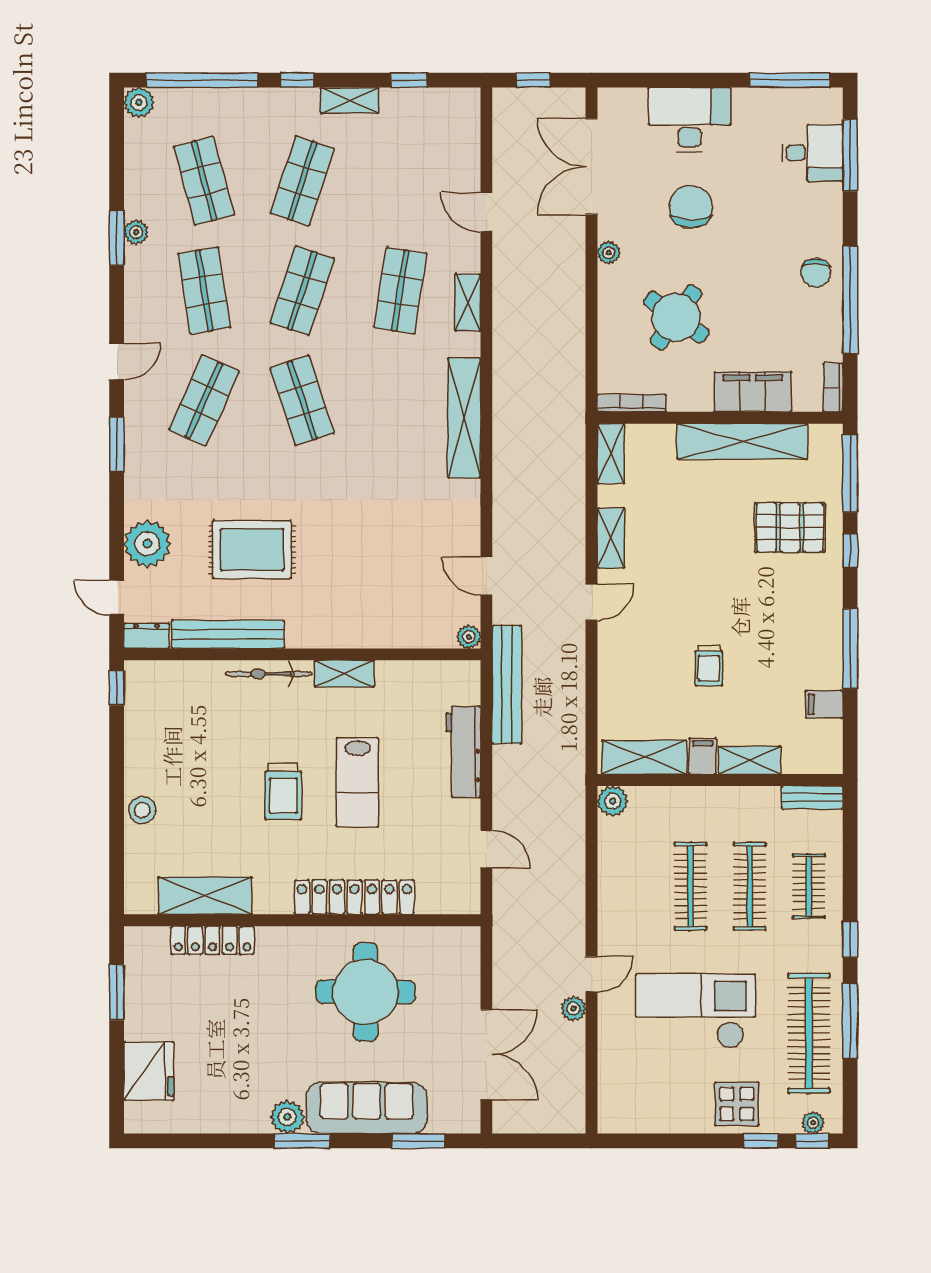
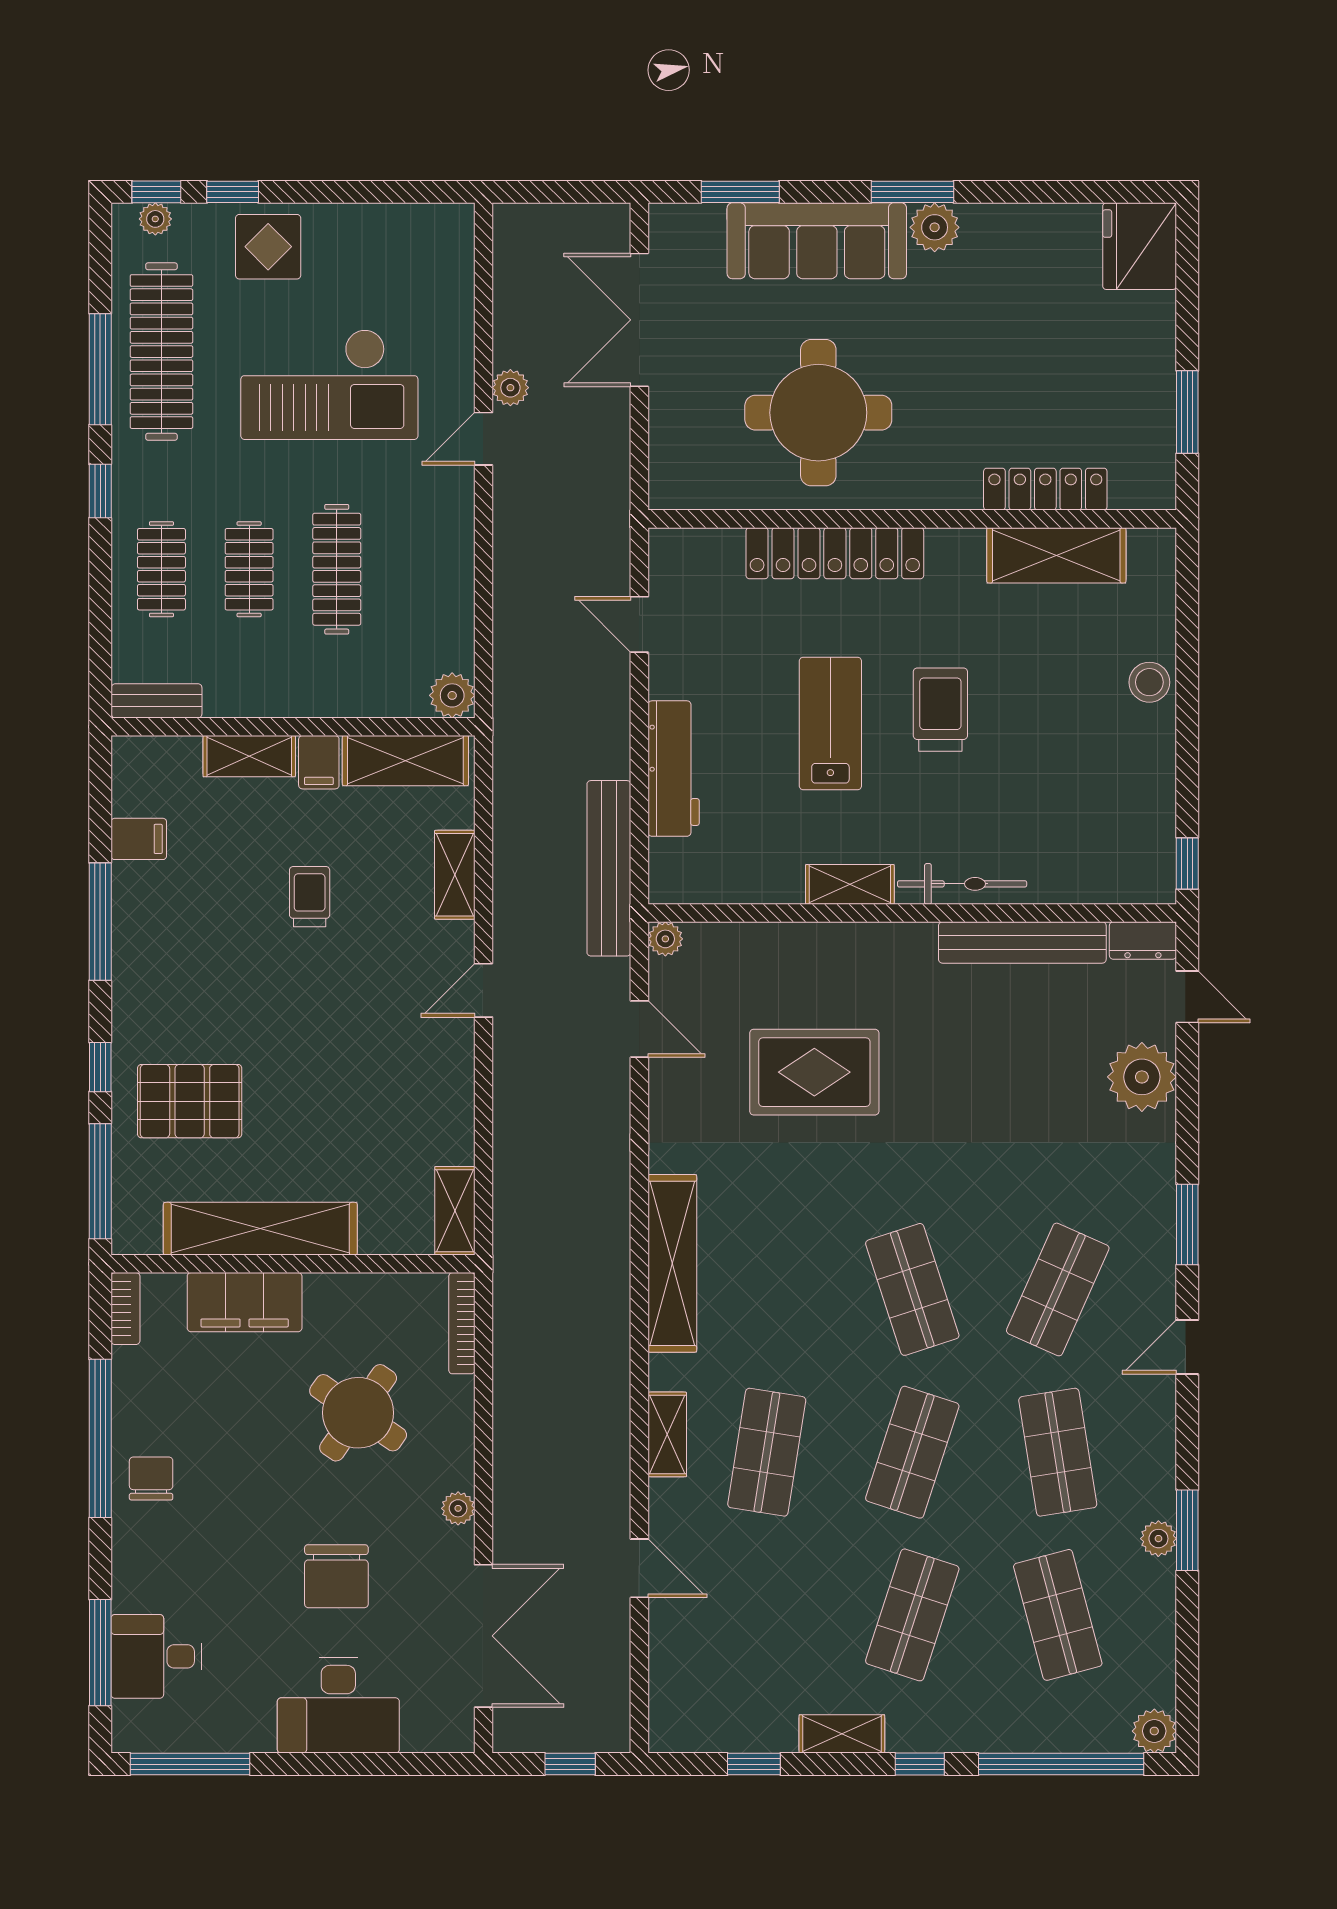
bookcase: (632, 403) -> (462, 1323), moved, turned 90
shelving: (611, 538) -> (455, 875), moved
rug: (252, 549) -> (814, 1072), moved
clothes rail: (750, 886) -> (249, 569), width x0.73
fridge: (149, 1071) -> (1140, 246), moved

